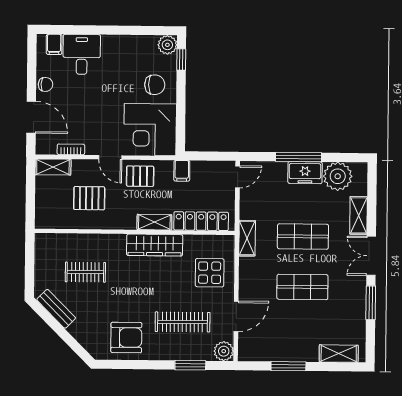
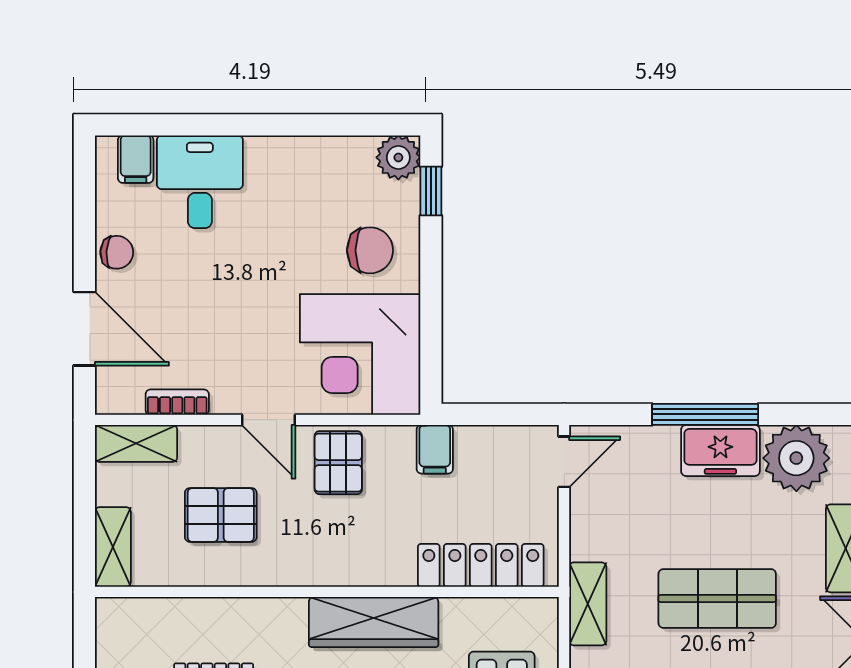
pallet: (140, 176) -> (338, 463), turned 90
shelving: (154, 222) -> (113, 547), moved, turned 90

